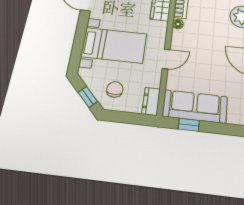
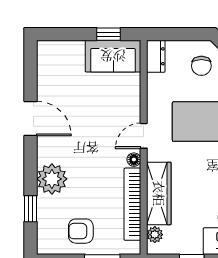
door: (166, 59) -> (144, 136), moved
sofa: (195, 106) -> (113, 56), width x0.73

